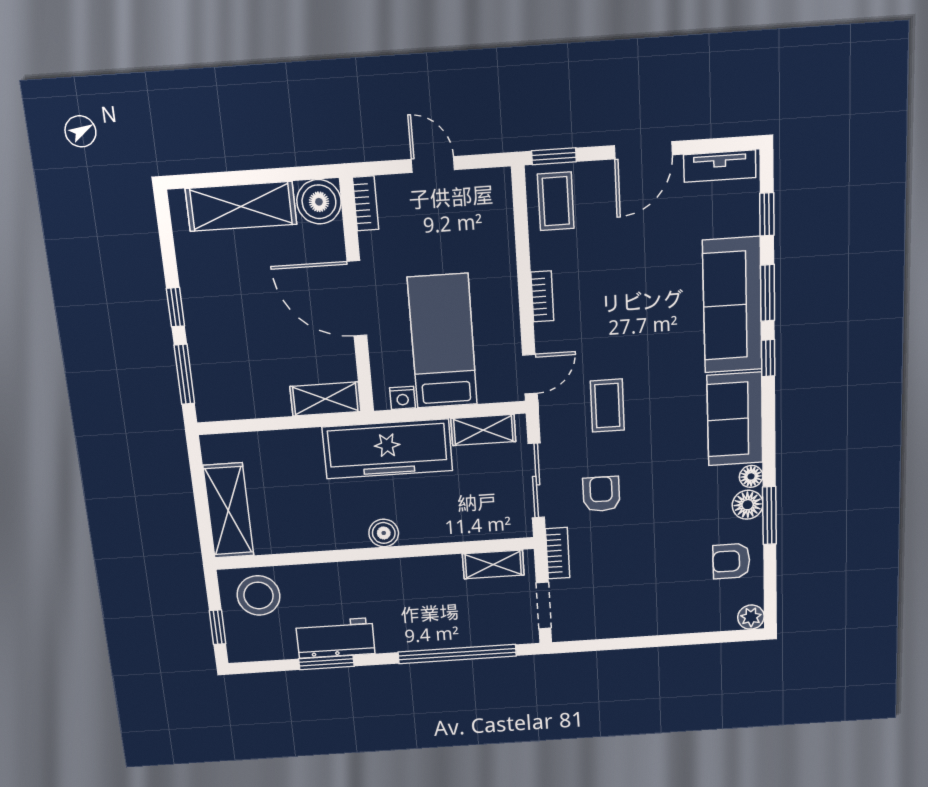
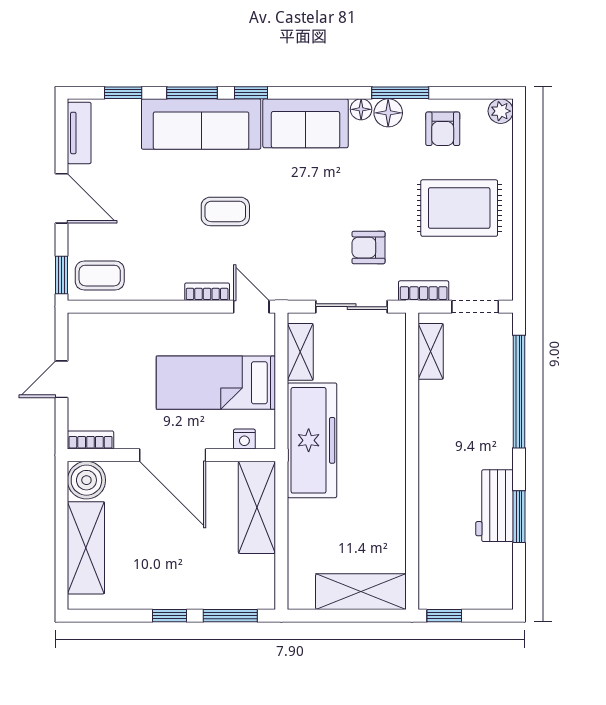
bookcase: (542, 296) -> (207, 292), moved
door: (357, 299) -> (173, 455), hinge flipped
nightstand: (402, 398) -> (244, 439), moved, turned 90
shelving: (325, 399) -> (257, 507), width x1.50, depth x1.33
coffee table: (607, 406) -> (225, 211), moved
boiler: (384, 533) -> (393, 451), removed
rug: (647, 583) -> (459, 208), added
stool: (259, 595) -> (446, 573), removed
window: (218, 627) -> (444, 616), moved

